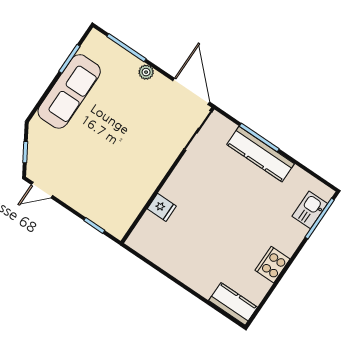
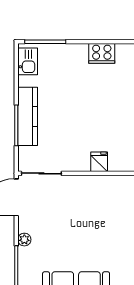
fridge: (162, 207) -> (99, 162), moved
kitchen sink: (310, 210) -> (28, 61), moved, turned -90

